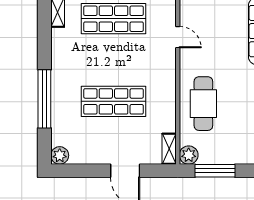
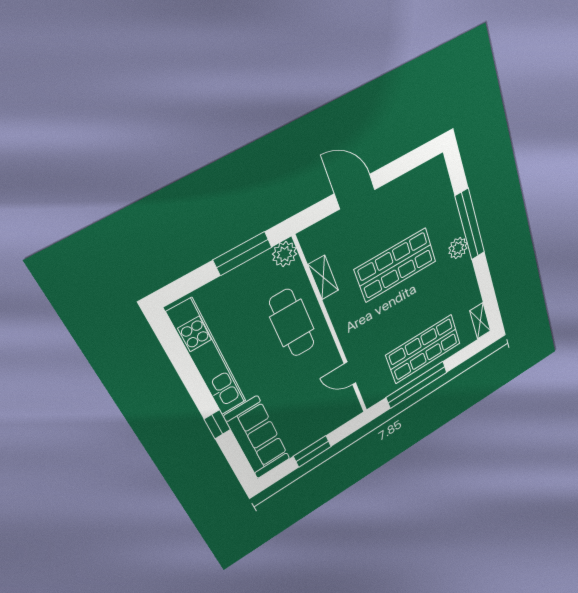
shelving: (169, 149) -> (323, 277), moved
plant: (60, 155) -> (458, 248), moved

